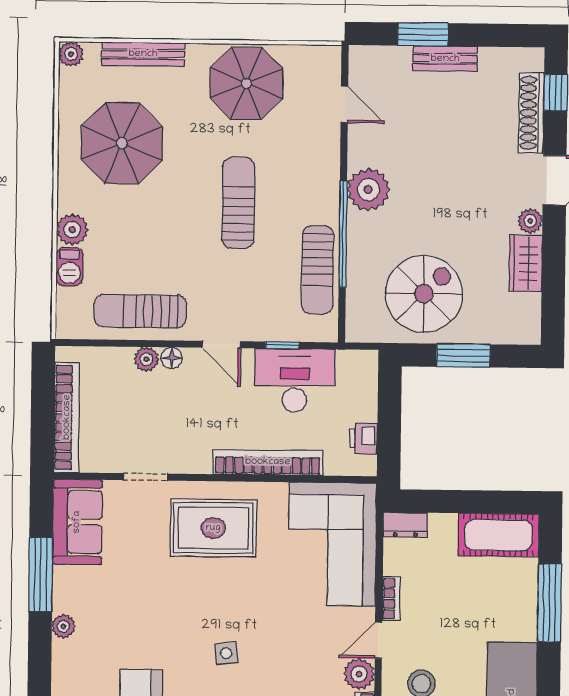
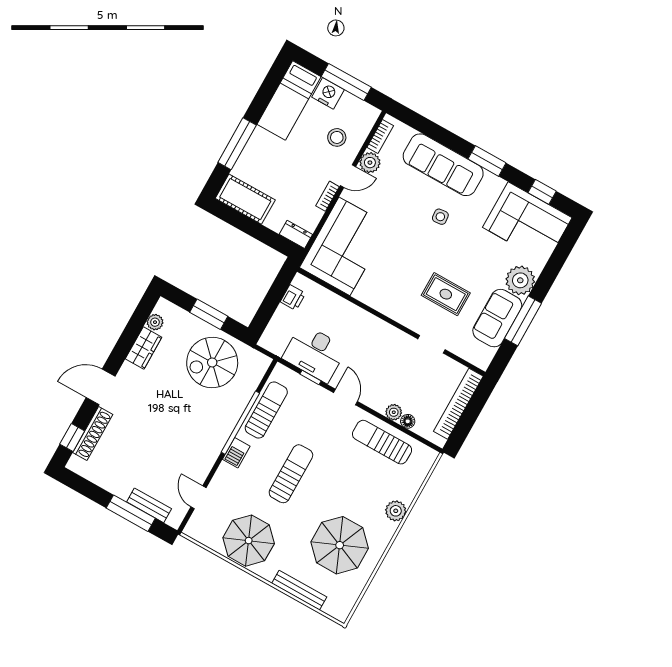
window: (423, 34) -> (131, 513), width x1.44
plant: (71, 54) -> (341, 613), removed
bench: (445, 59) -> (149, 505), moved
plant: (368, 190) -> (211, 440), removed
sun lounger: (238, 203) -> (291, 474), turned 180
plant: (530, 221) -> (155, 322), moved
barbecue: (69, 267) -> (236, 453), moved, turned 180
sun lounger: (140, 311) -> (382, 442), turned 180
floor lamp: (172, 358) -> (408, 421), moved
bookcase: (268, 462) -> (356, 314), removed
sofa: (77, 522) -> (497, 318), moved
rug: (213, 528) -> (446, 294), moved, width x0.73, depth x0.70
plant: (63, 626) -> (520, 280), width x1.87, depth x1.87

